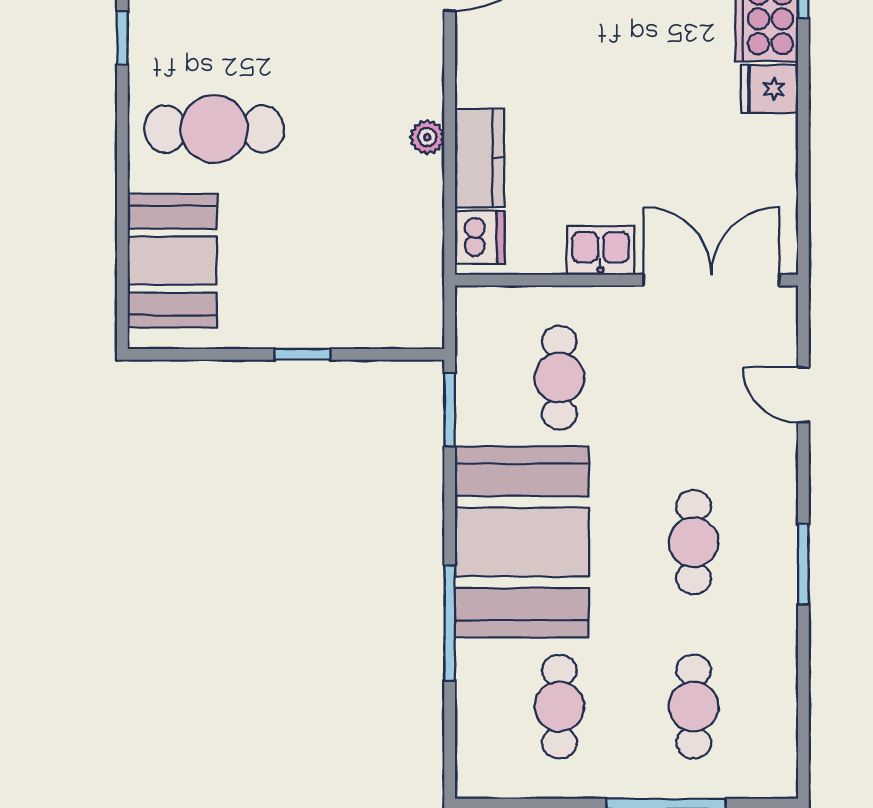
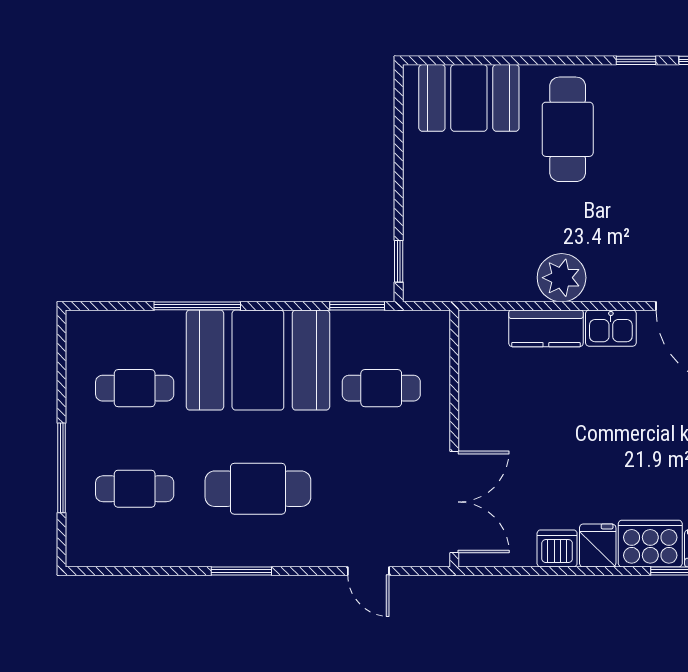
plant: (427, 137) -> (562, 278), width x1.88, depth x1.88
dishwasher: (480, 237) -> (557, 548), moved, turned 180
kitchen sink: (601, 251) -> (611, 328), moved, turned 90
window: (302, 354) -> (399, 261), moved
door: (803, 395) -> (368, 571), swing flipped
cafe table: (694, 542) -> (258, 489), width x1.37, depth x1.35

